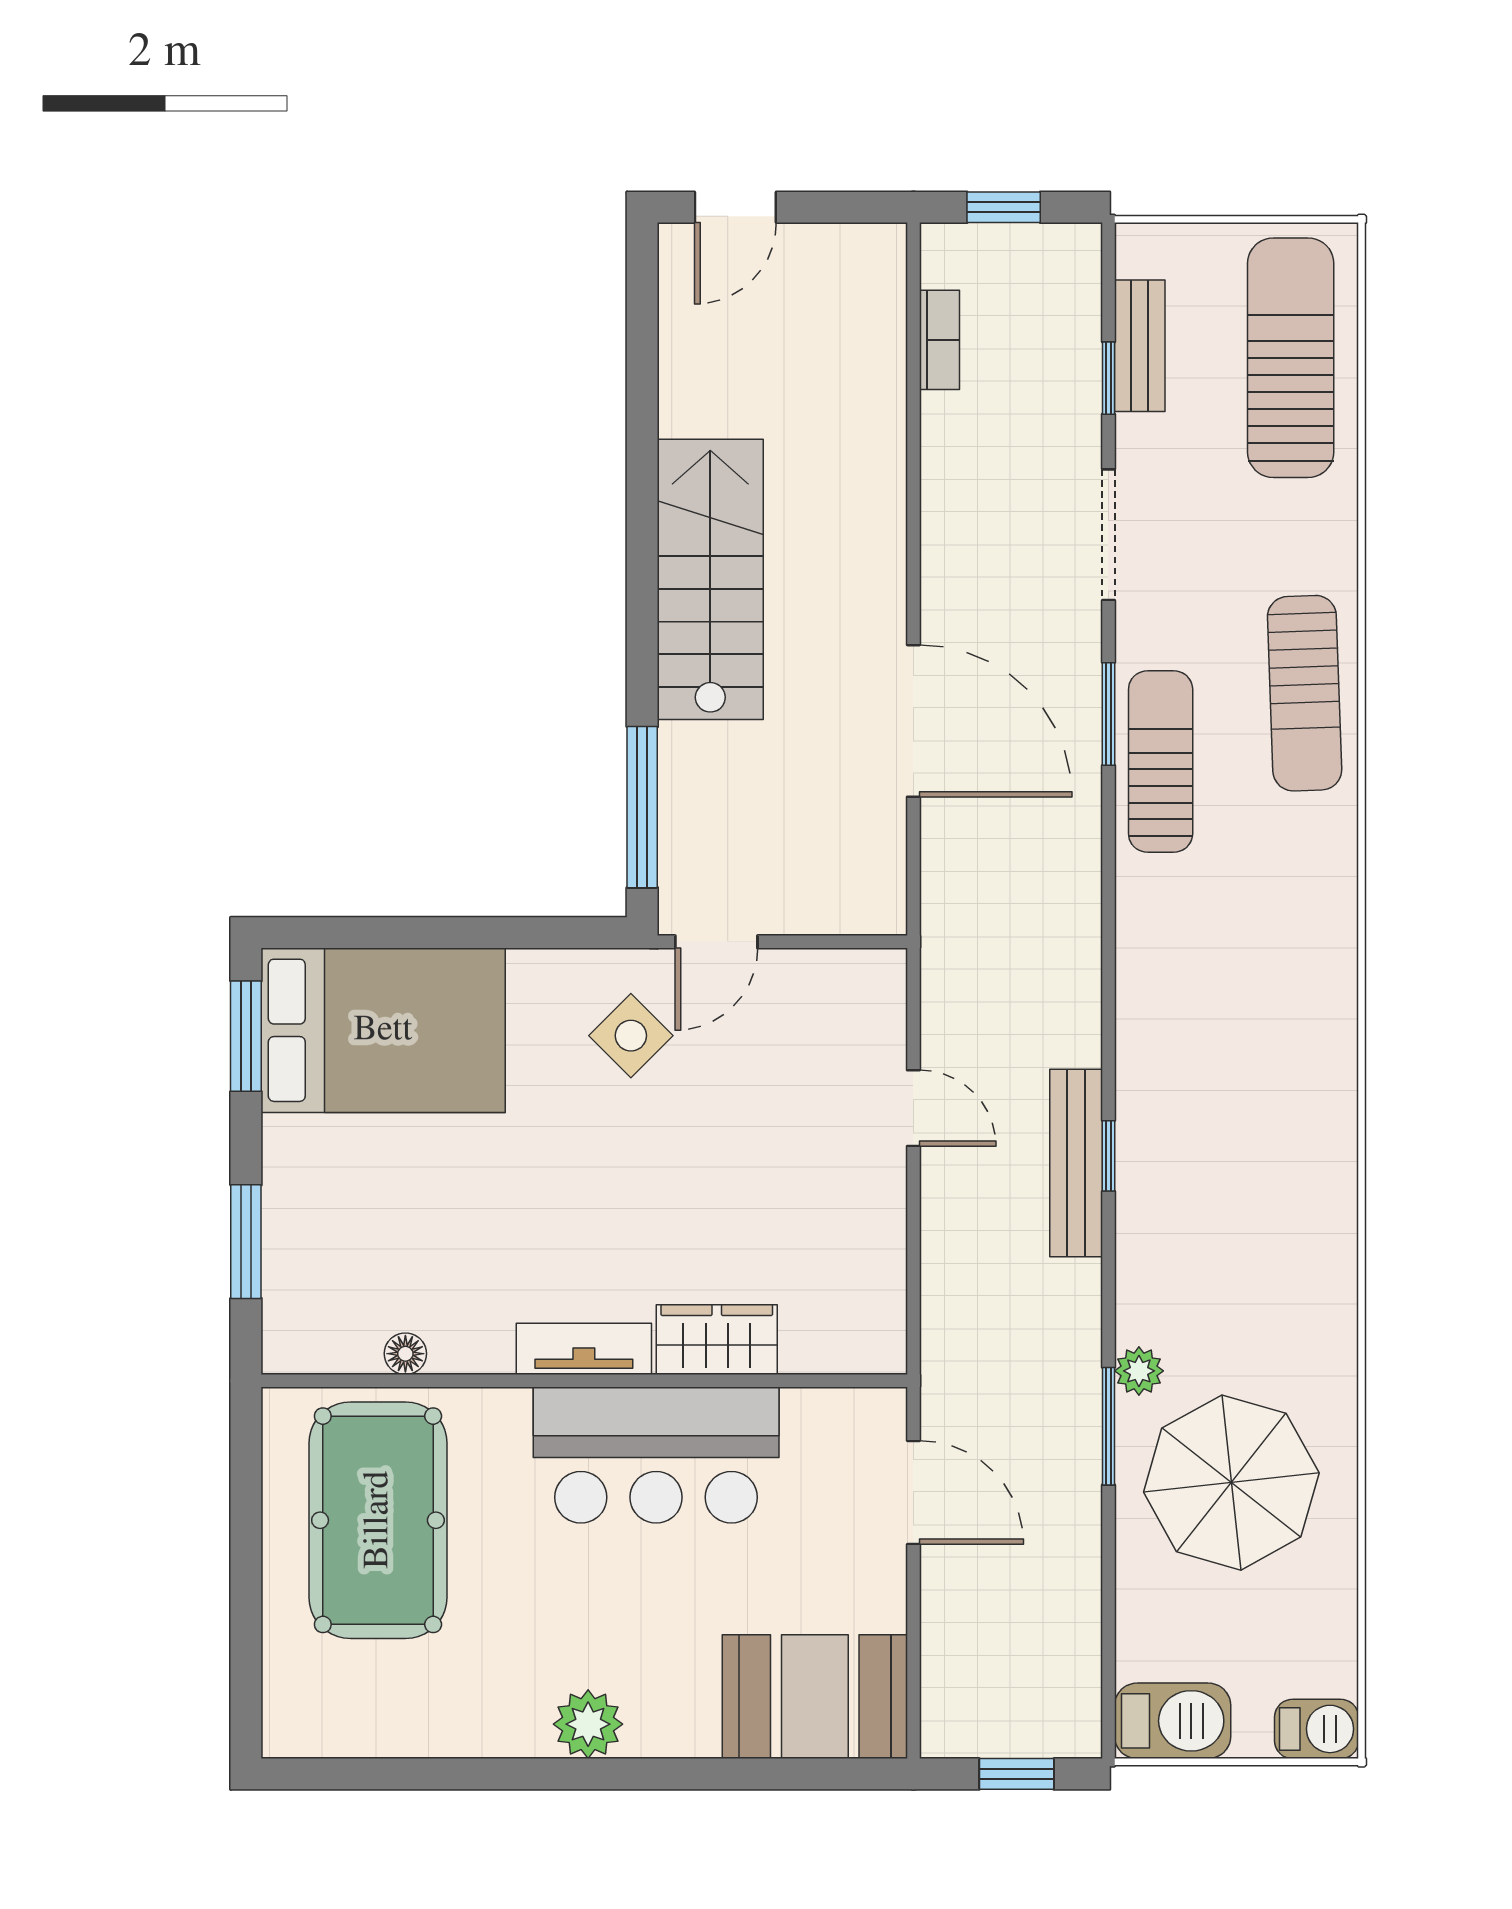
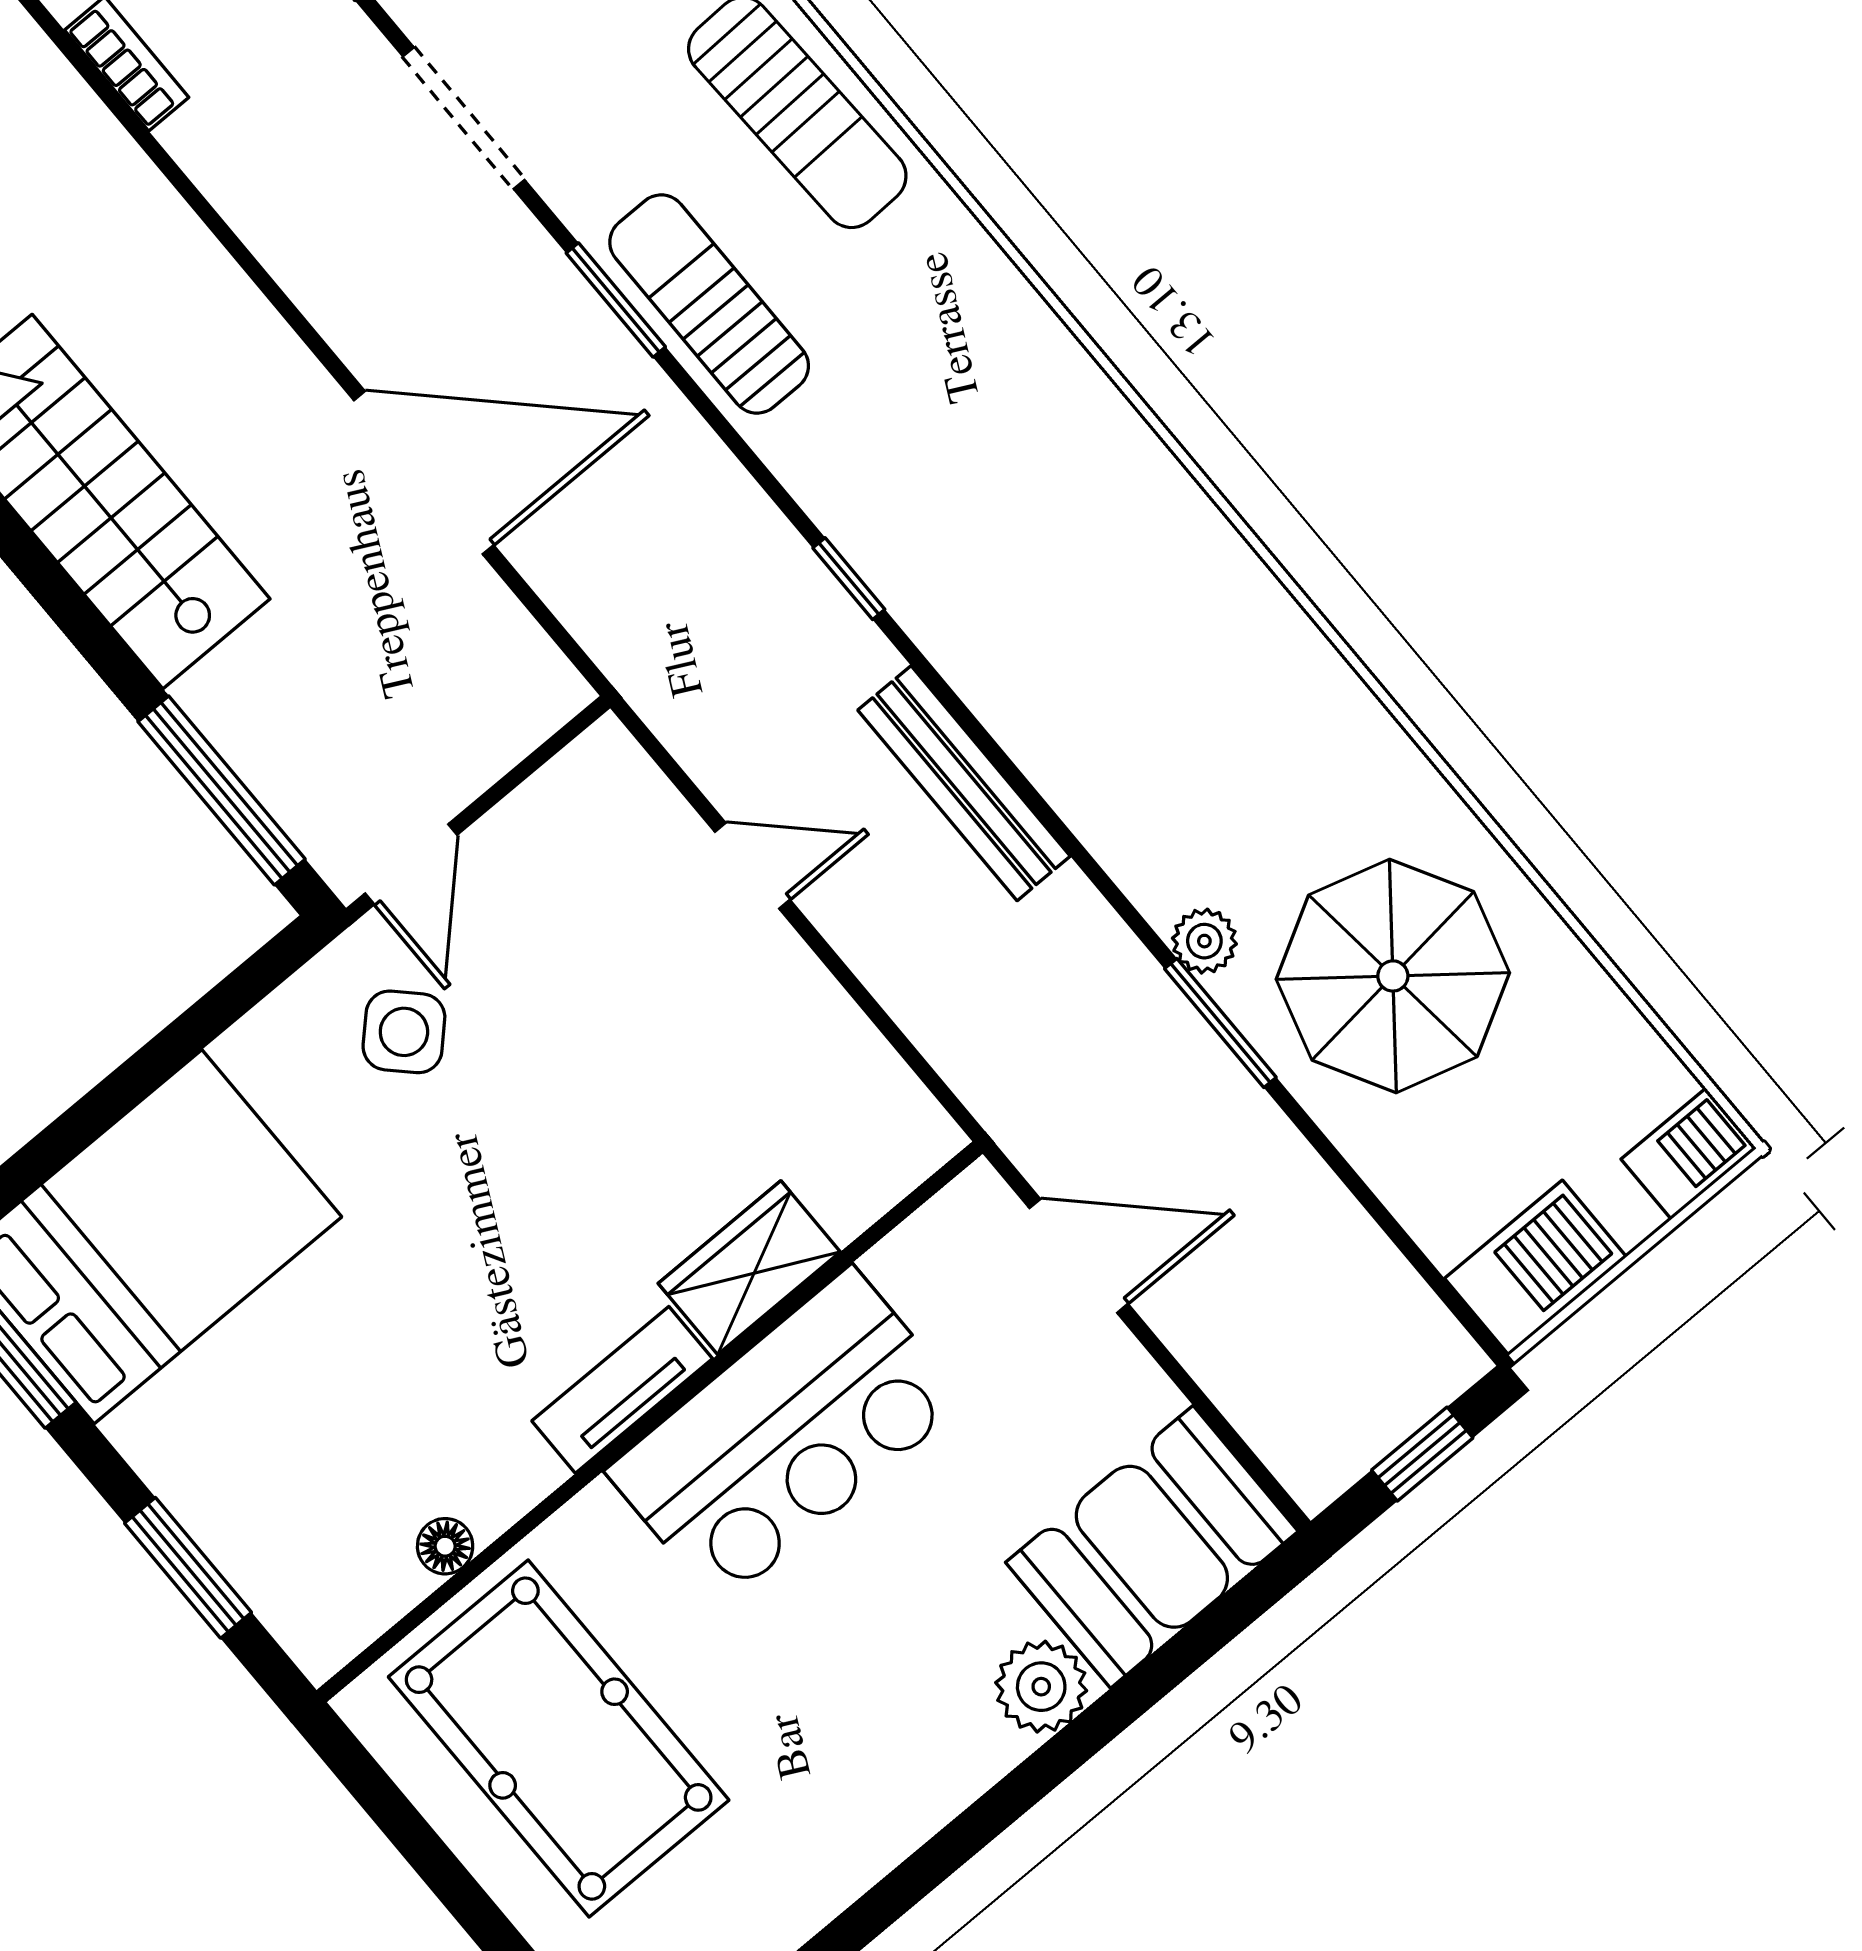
window: (1108, 1156) -> (849, 579), moved
plant: (588, 1724) -> (1041, 1687), moved

